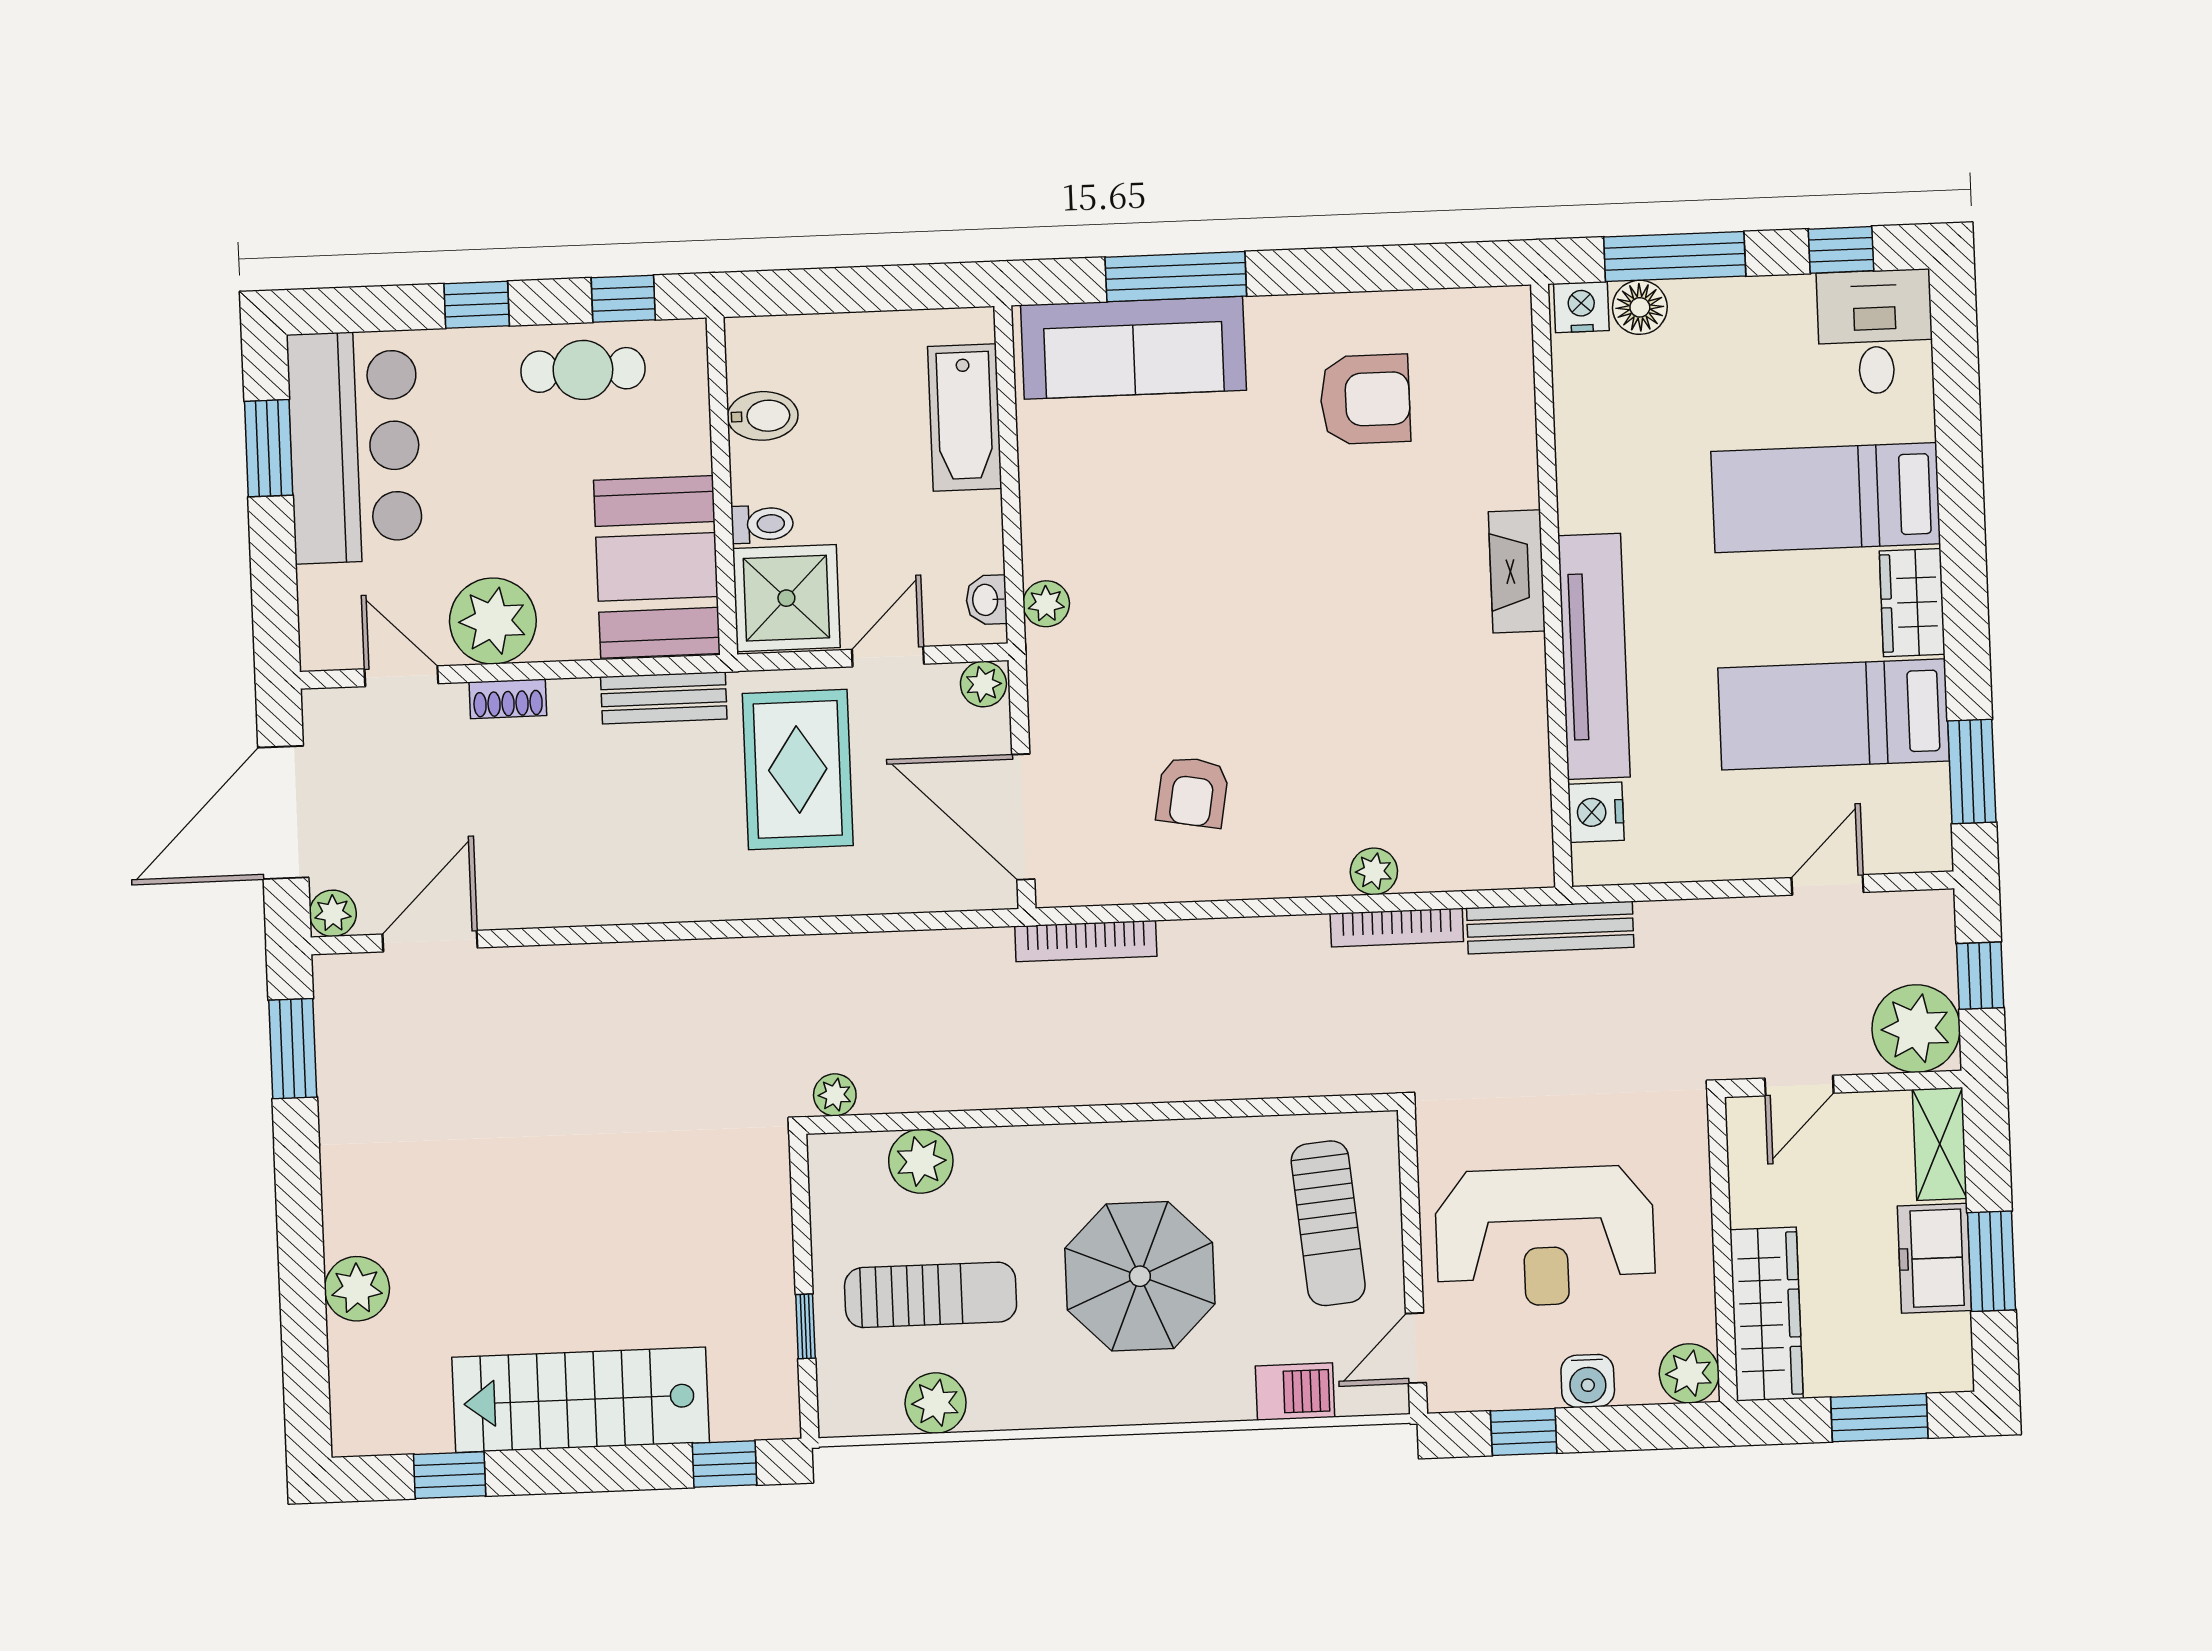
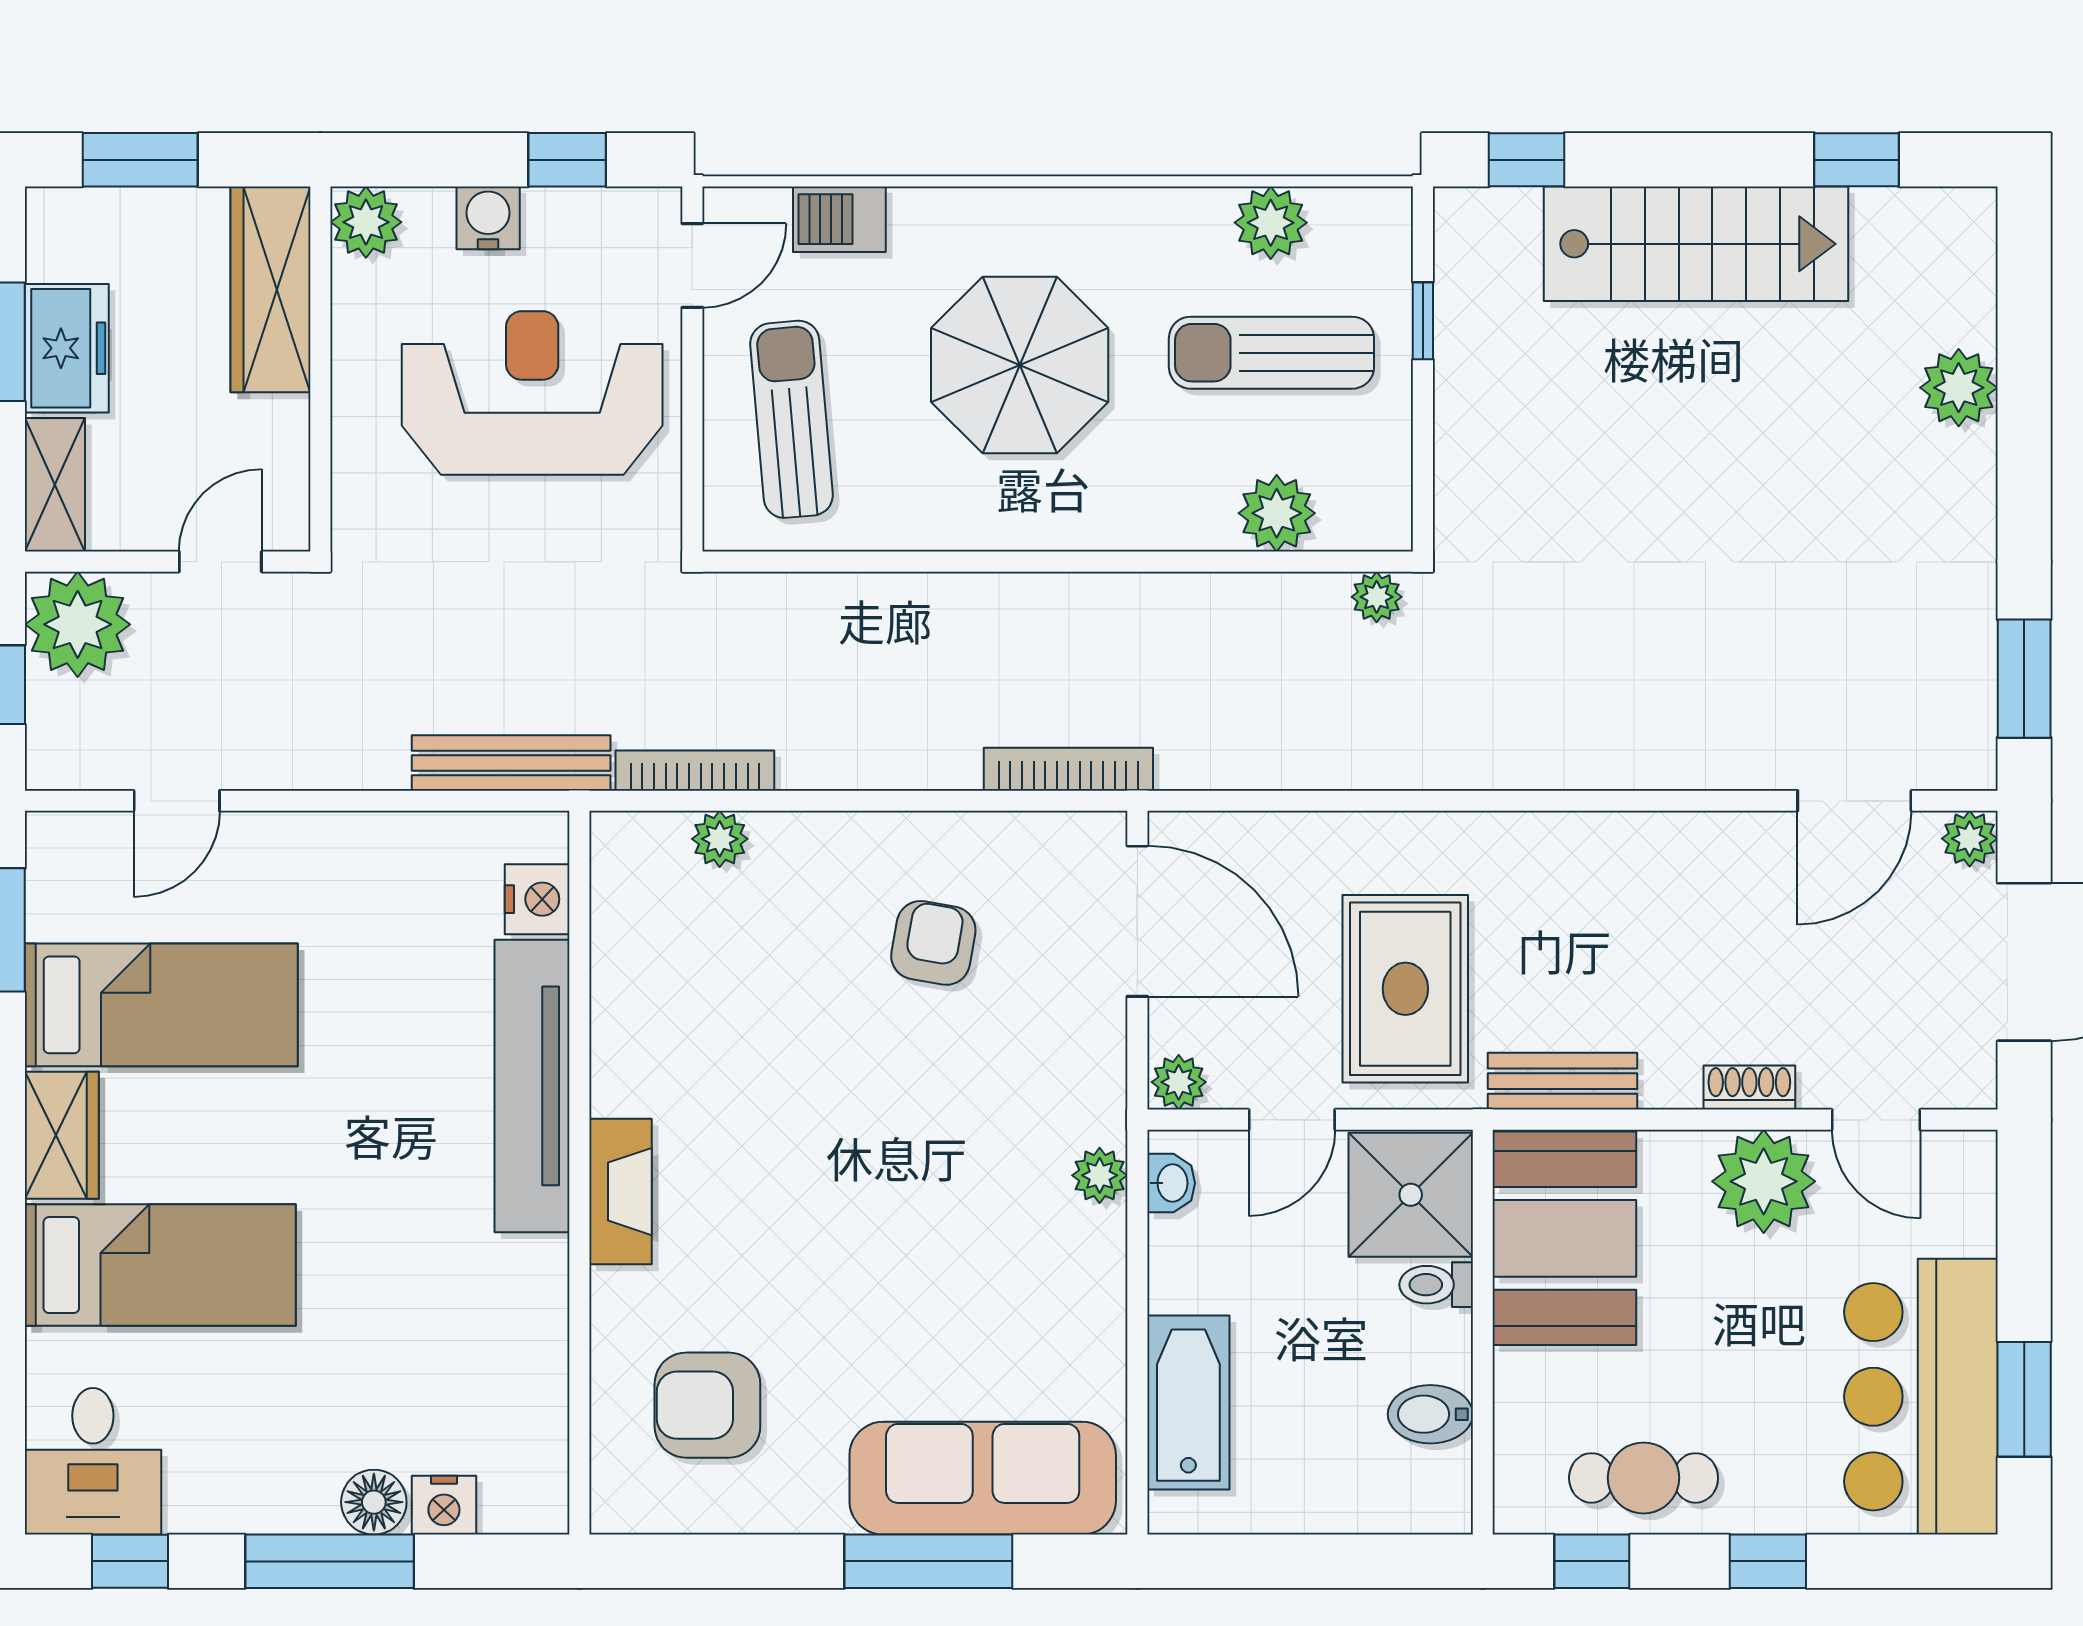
fireplace: (1517, 571) -> (620, 1192), moved
wall: (1552, 586) -> (579, 1173), moved
tv unit: (1594, 656) -> (532, 1086), moved
nightstand: (1596, 812) -> (537, 899), moved

